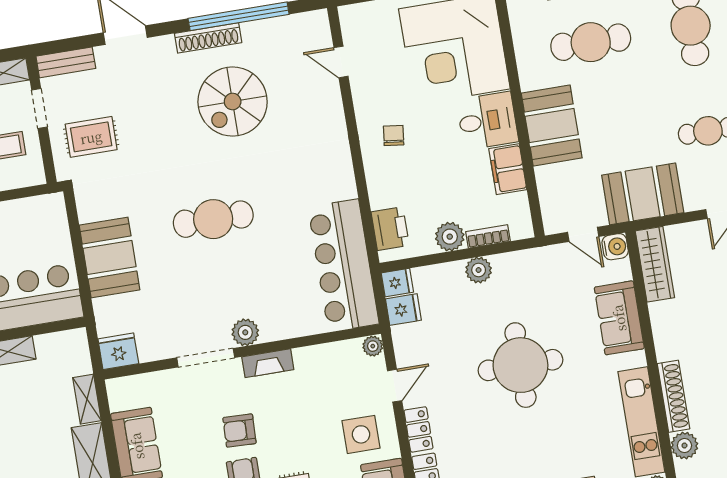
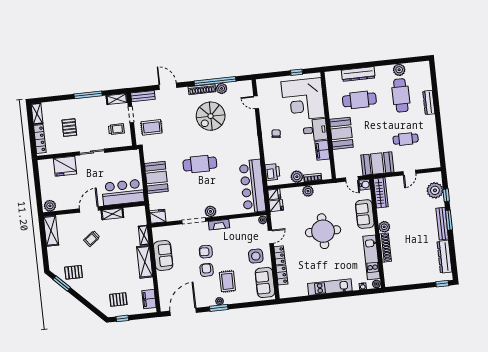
plant: (255, 33) -> (222, 88), added
plant: (684, 446) -> (384, 227), moved

